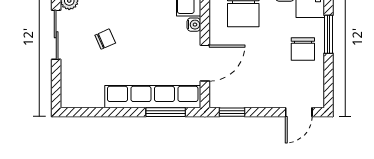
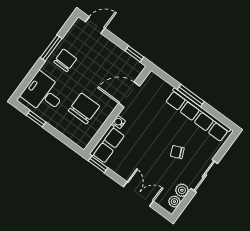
window: (328, 34) -> (51, 48), moved
row of seats: (153, 97) -> (198, 115), moved
window: (166, 112) -> (191, 96), moved

